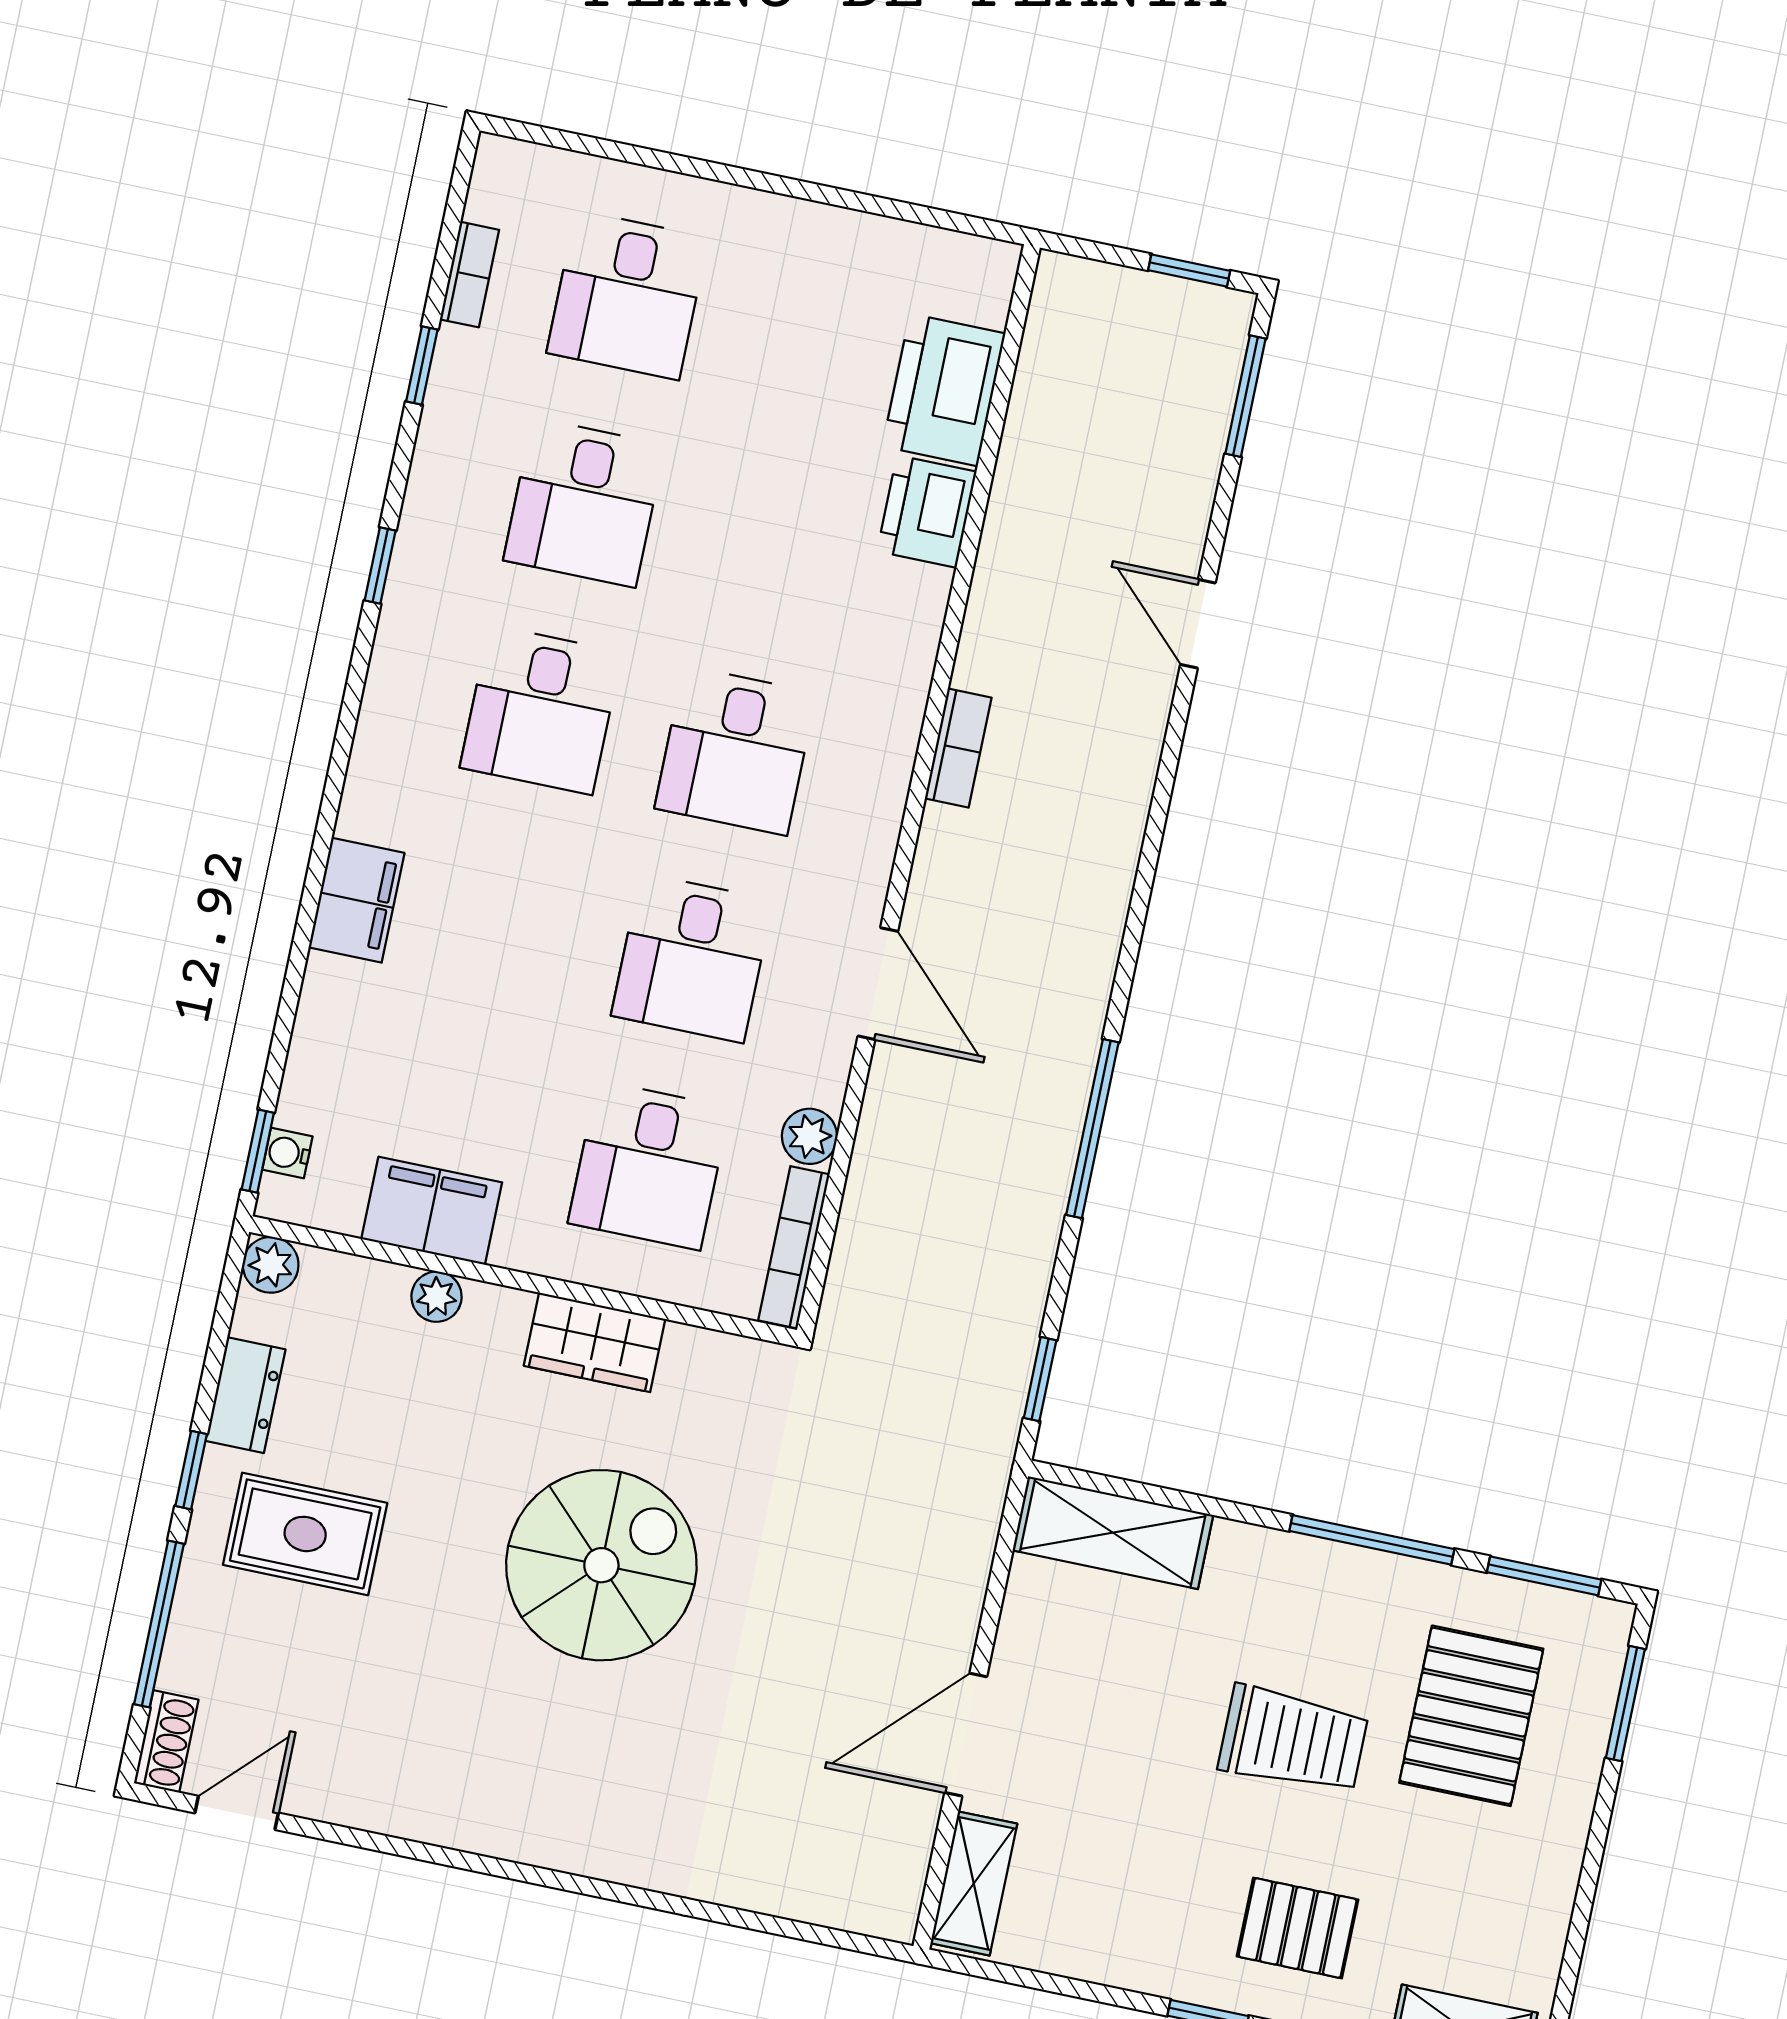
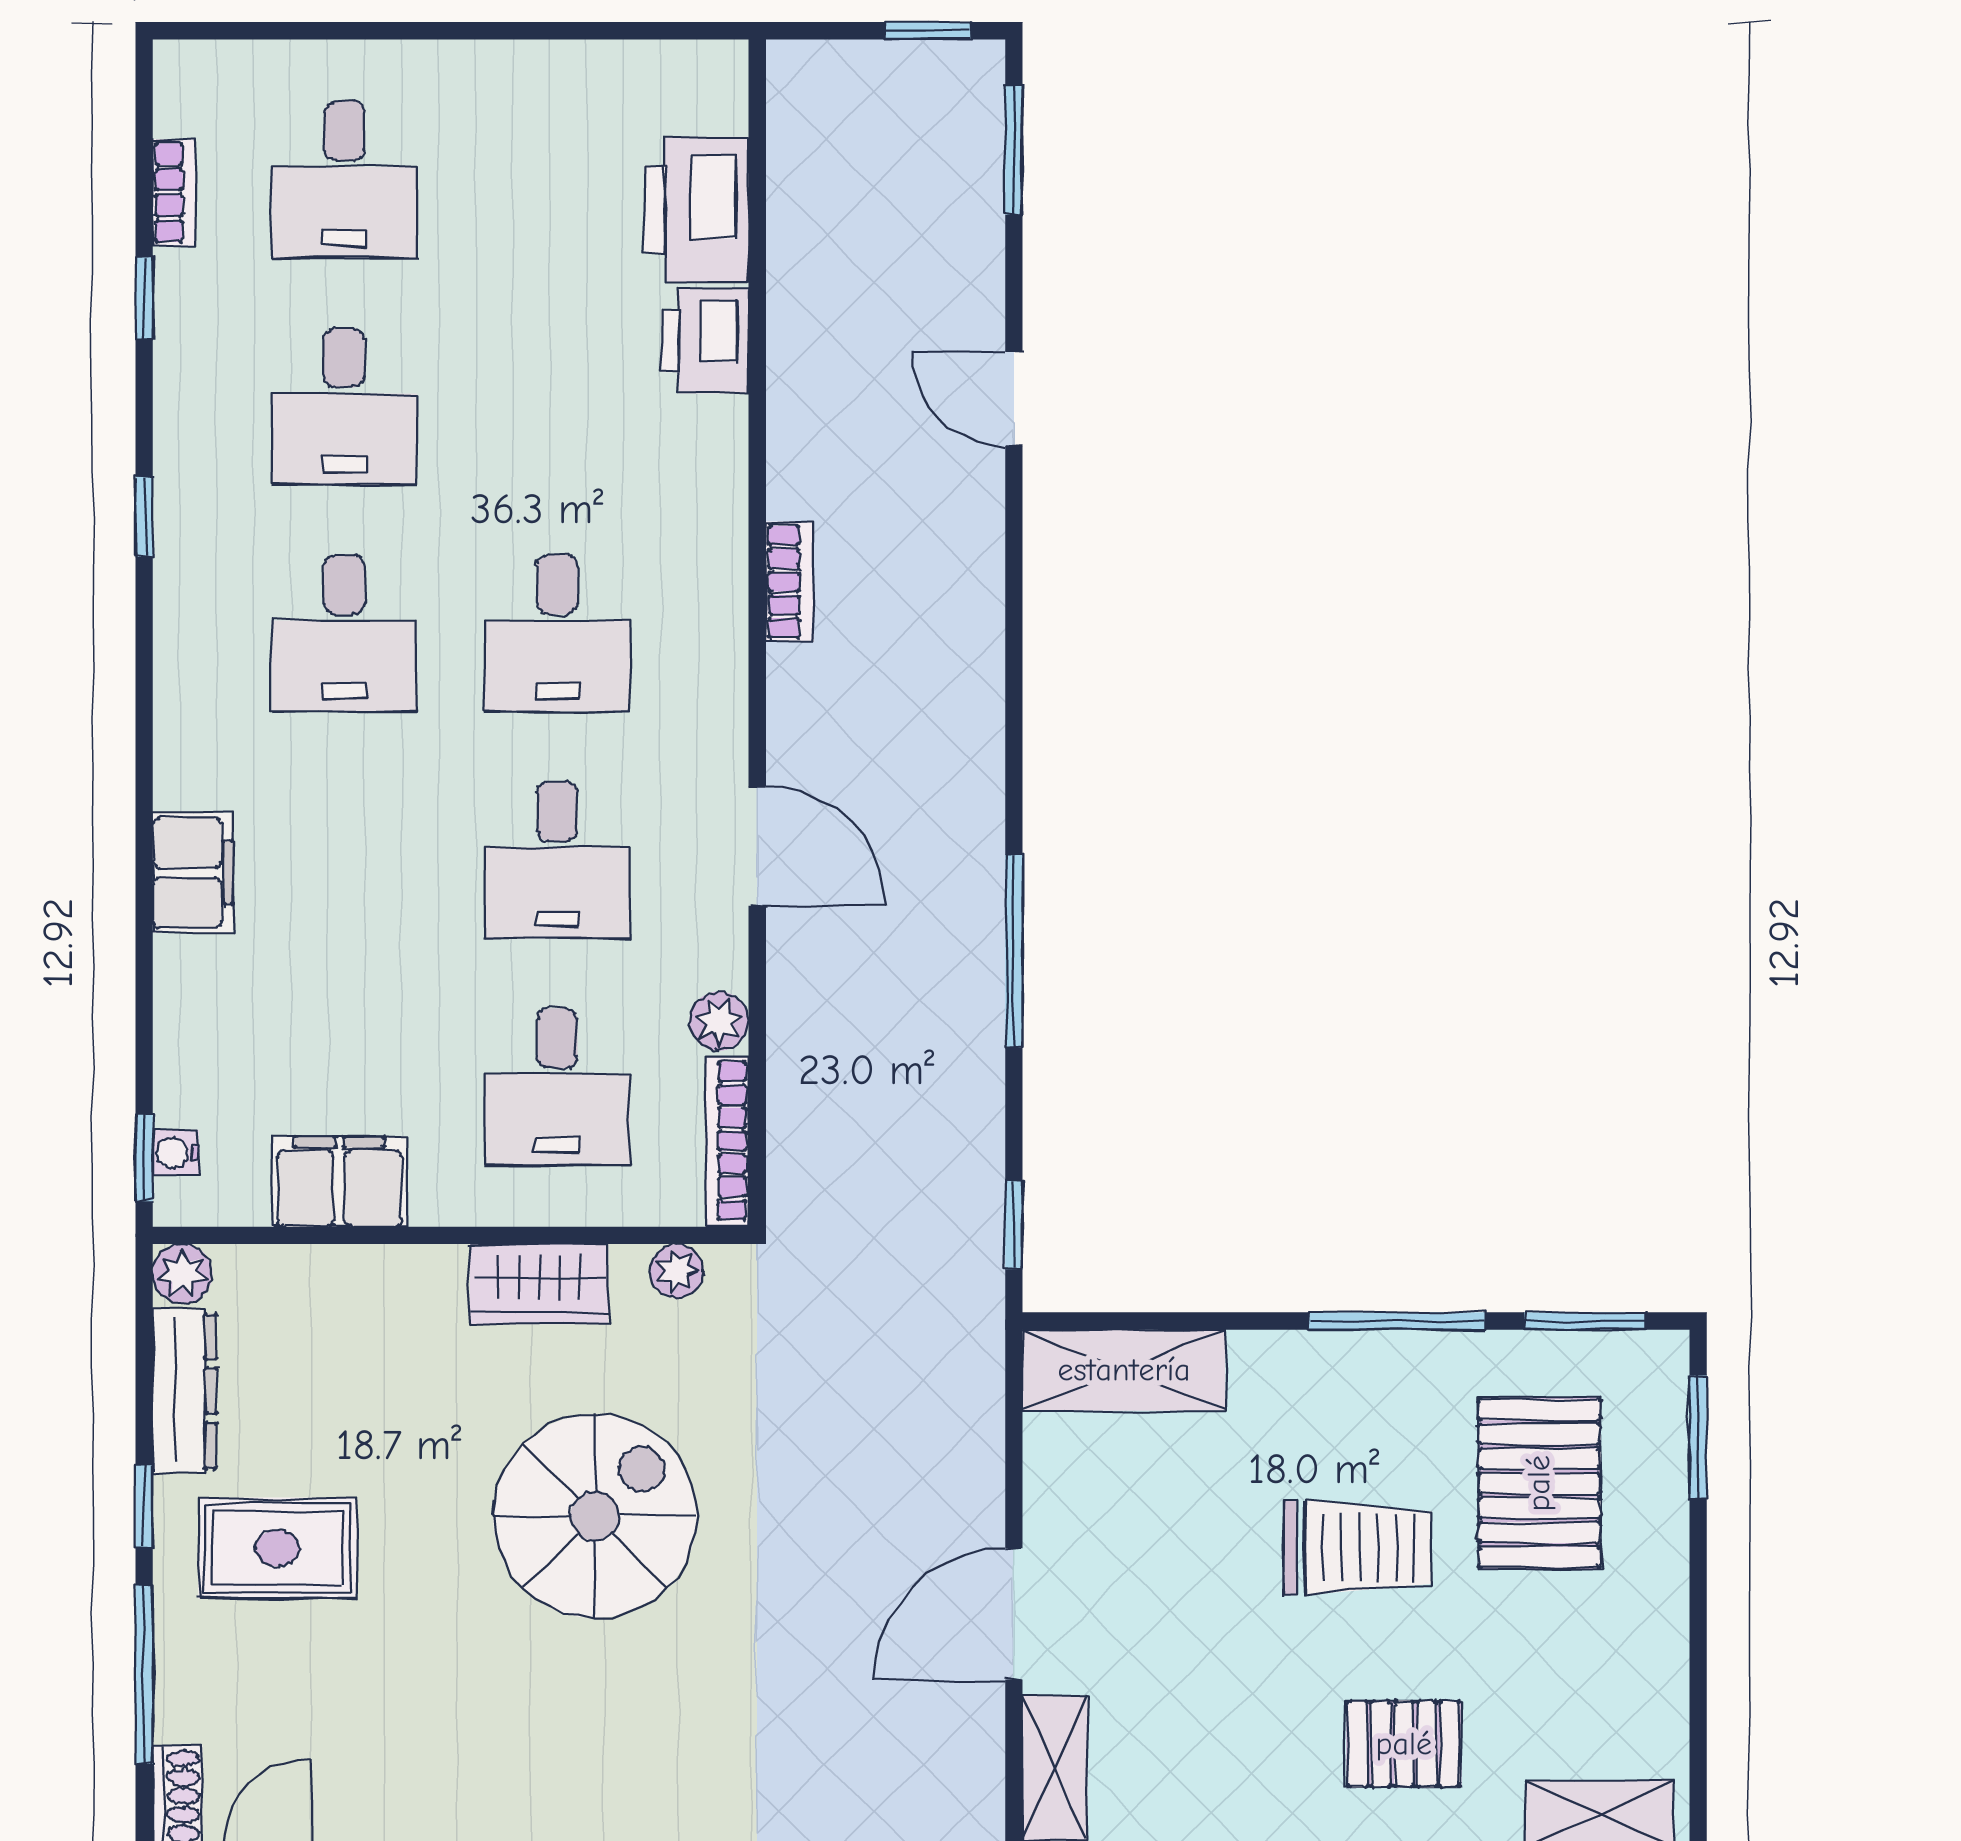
plant: (437, 1297) -> (677, 1271), moved
dresser: (245, 1395) -> (185, 1391), width x1.44

